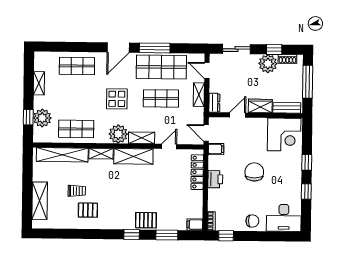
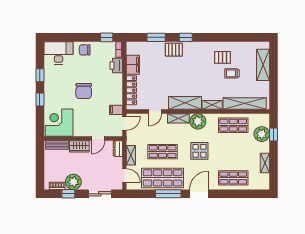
window: (308, 82) -> (40, 167), removed
door: (206, 133) -> (124, 123), hinge flipped
printer: (215, 179) -> (116, 66), moved
filing cabinet: (195, 225) -> (133, 65), moved, width x2.00

